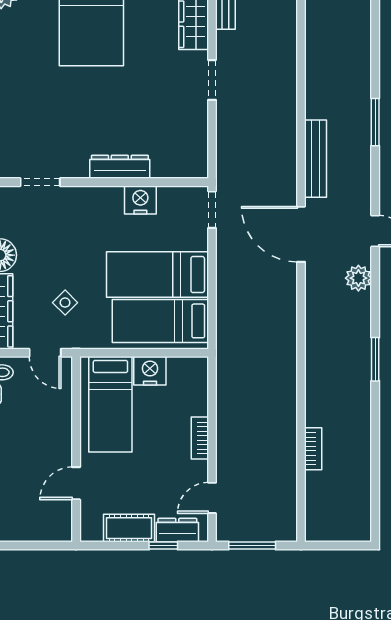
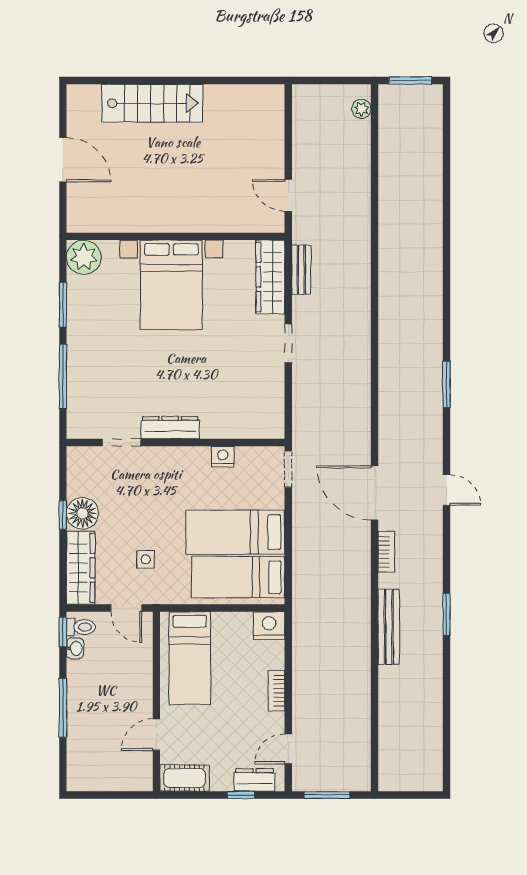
bench: (316, 159) -> (389, 627), moved
dresser: (120, 167) -> (170, 428), moved
nightstand: (140, 200) -> (223, 457), width x0.74, depth x0.75
plant: (358, 278) -> (430, 536), removed
side table: (65, 303) -> (146, 559), turned 45
nightstand: (150, 371) -> (269, 626), moved
bookcase: (313, 449) -> (386, 552), moved
cot: (129, 528) -> (185, 778), moved

